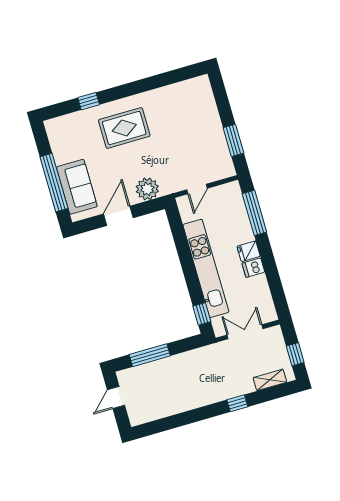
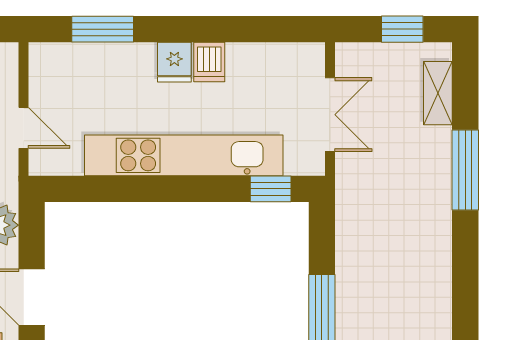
window: (254, 213) -> (103, 29), width x0.69
double door: (245, 332) -> (330, 115), swing flipped
window: (237, 403) -> (465, 170), width x2.17

